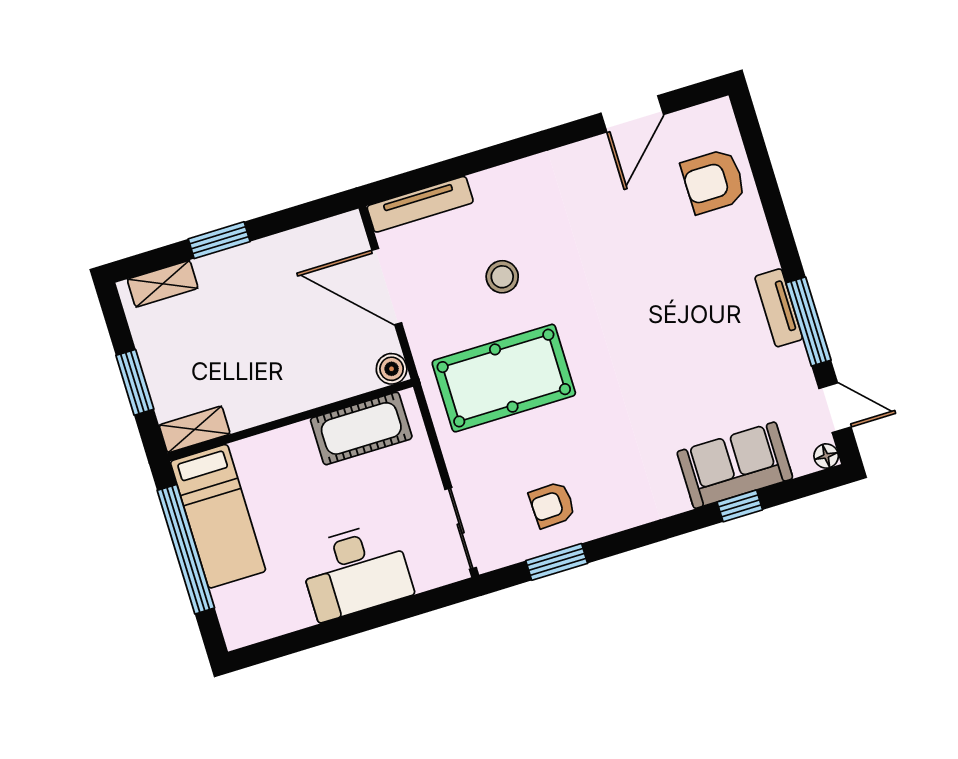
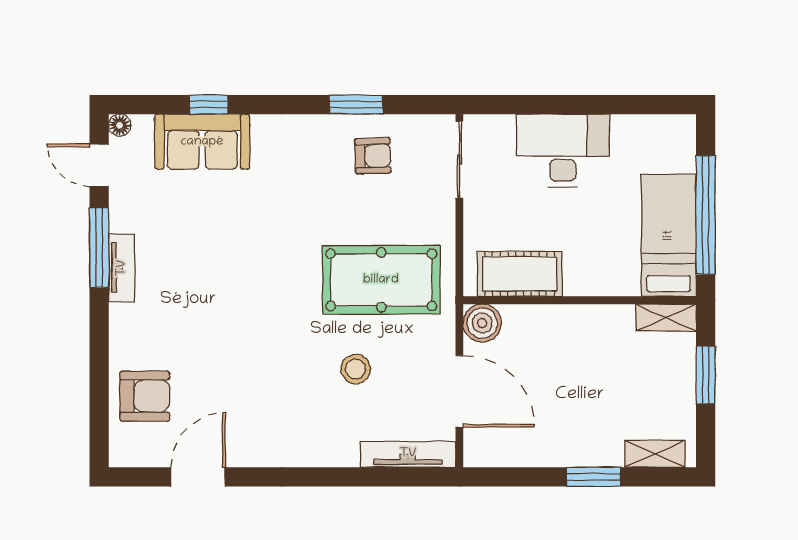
boiler: (392, 369) -> (482, 323), width x1.36, depth x1.36
window: (557, 562) -> (356, 105), moved

